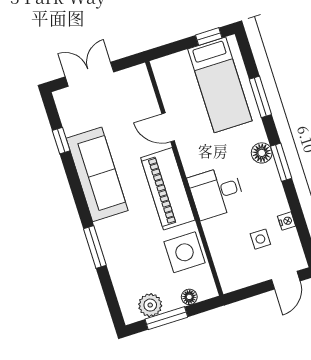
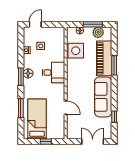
window: (209, 37) -> (46, 142), moved
double door: (89, 74) -> (93, 142), swing flipped
floor lamp: (262, 153) -> (28, 73), moved
piano: (168, 189) -> (104, 58), moved, turned 180

